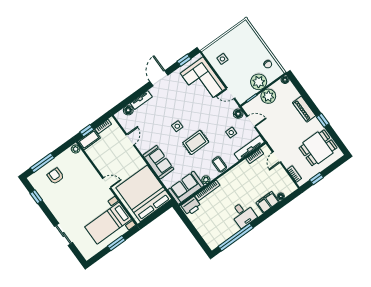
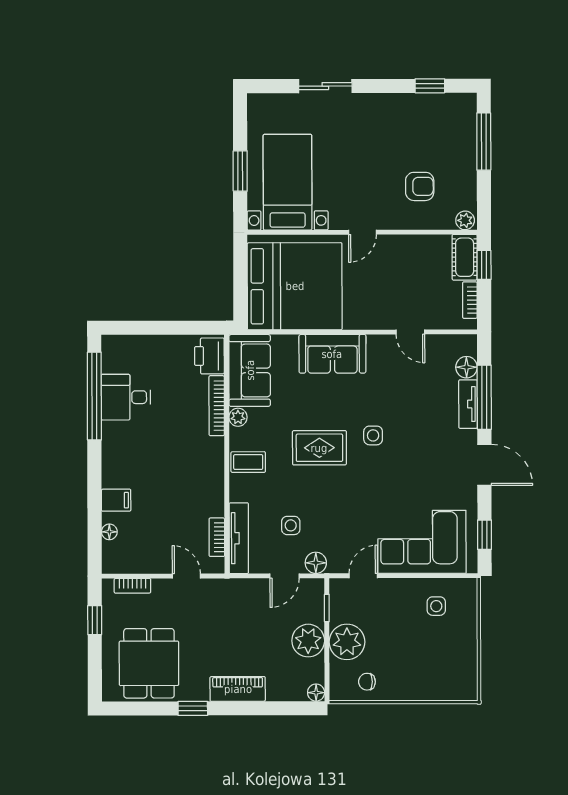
window: (135, 96) -> (484, 397), added
rug: (196, 142) -> (319, 448), turned 90
armchair: (55, 176) -> (420, 186), moved
filing cabinet: (268, 202) -> (116, 500), width x0.50
desk: (243, 214) -> (126, 397), moved

